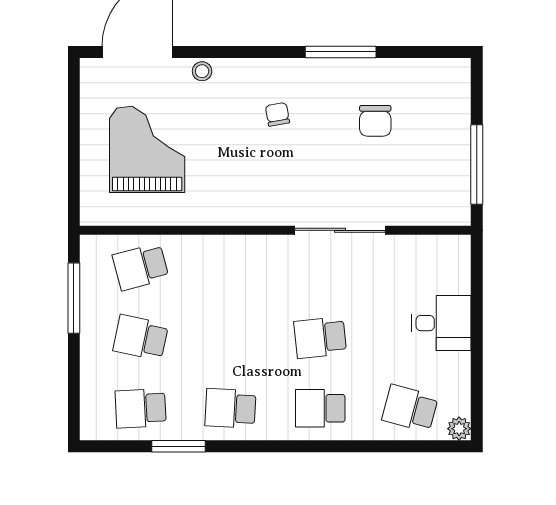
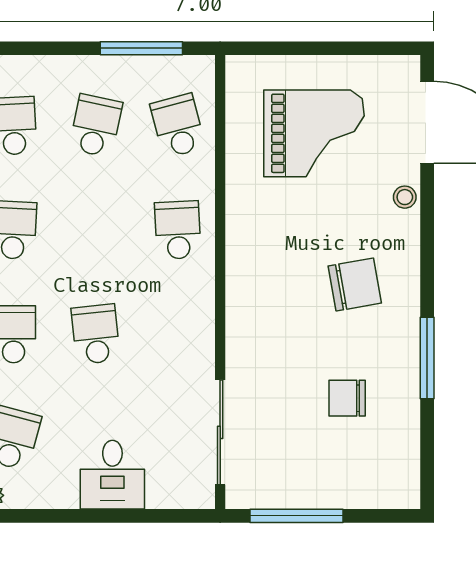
chair: (277, 114) -> (355, 285), width x1.87, depth x1.87
sliding door: (340, 230) -> (220, 432), moved
school desk: (230, 267) -> (178, 230), added

